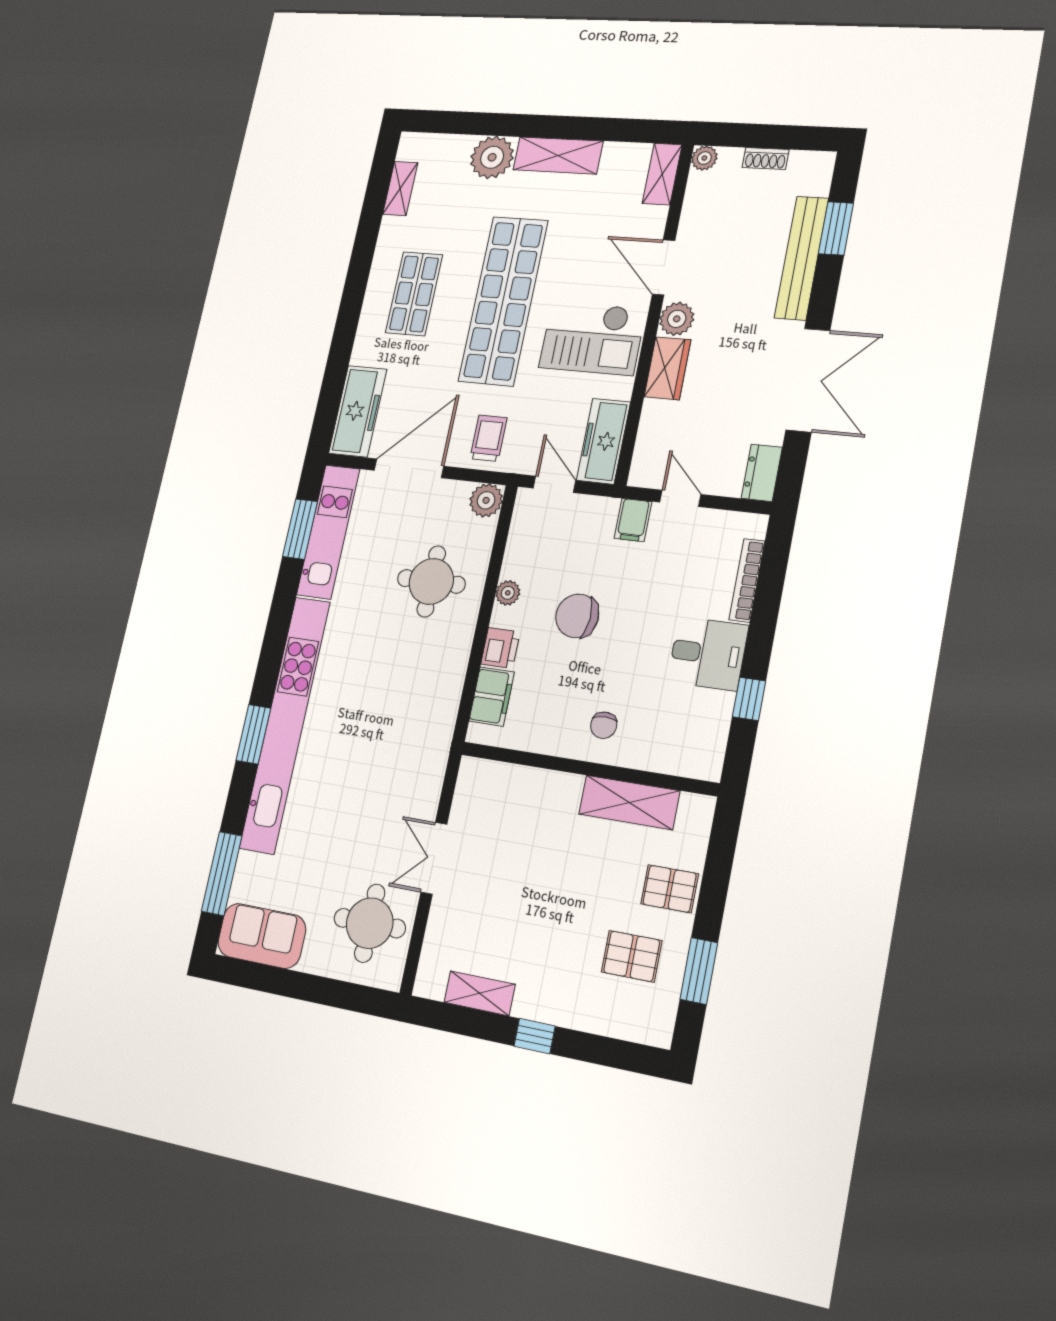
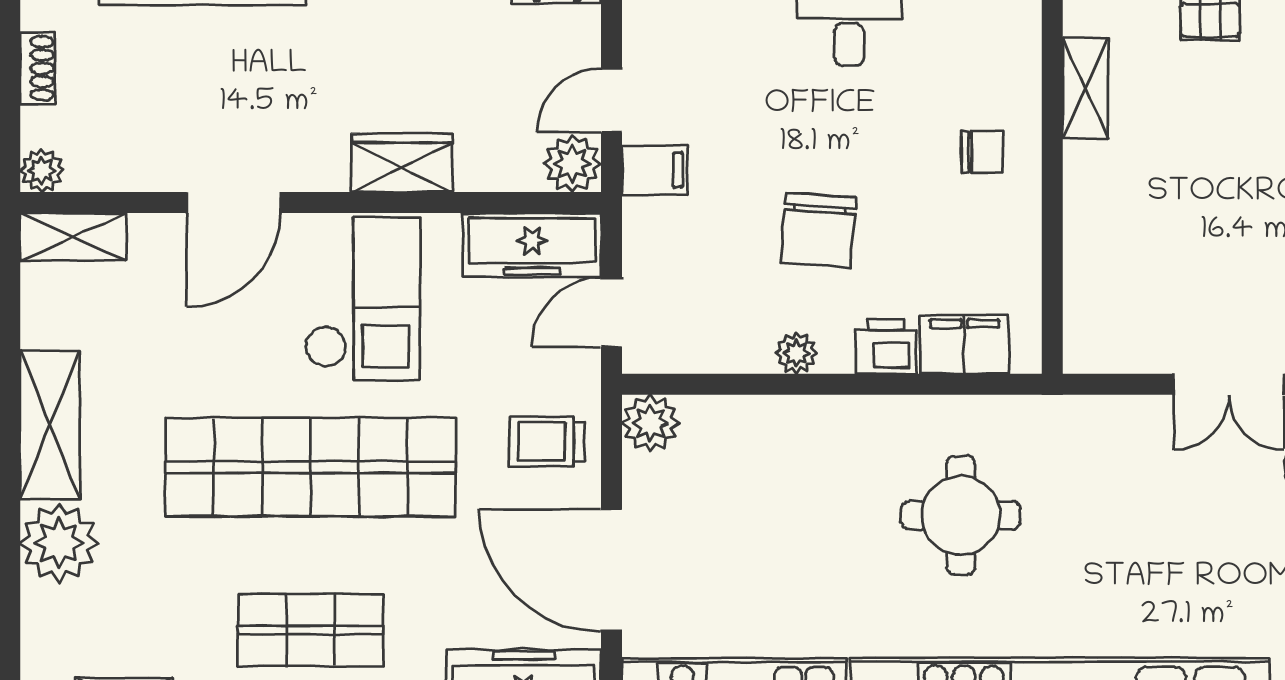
plant: (677, 319) -> (572, 164), moved
round table: (431, 581) -> (961, 515), moved
shelving: (629, 802) -> (1085, 88), width x0.67, depth x0.75

